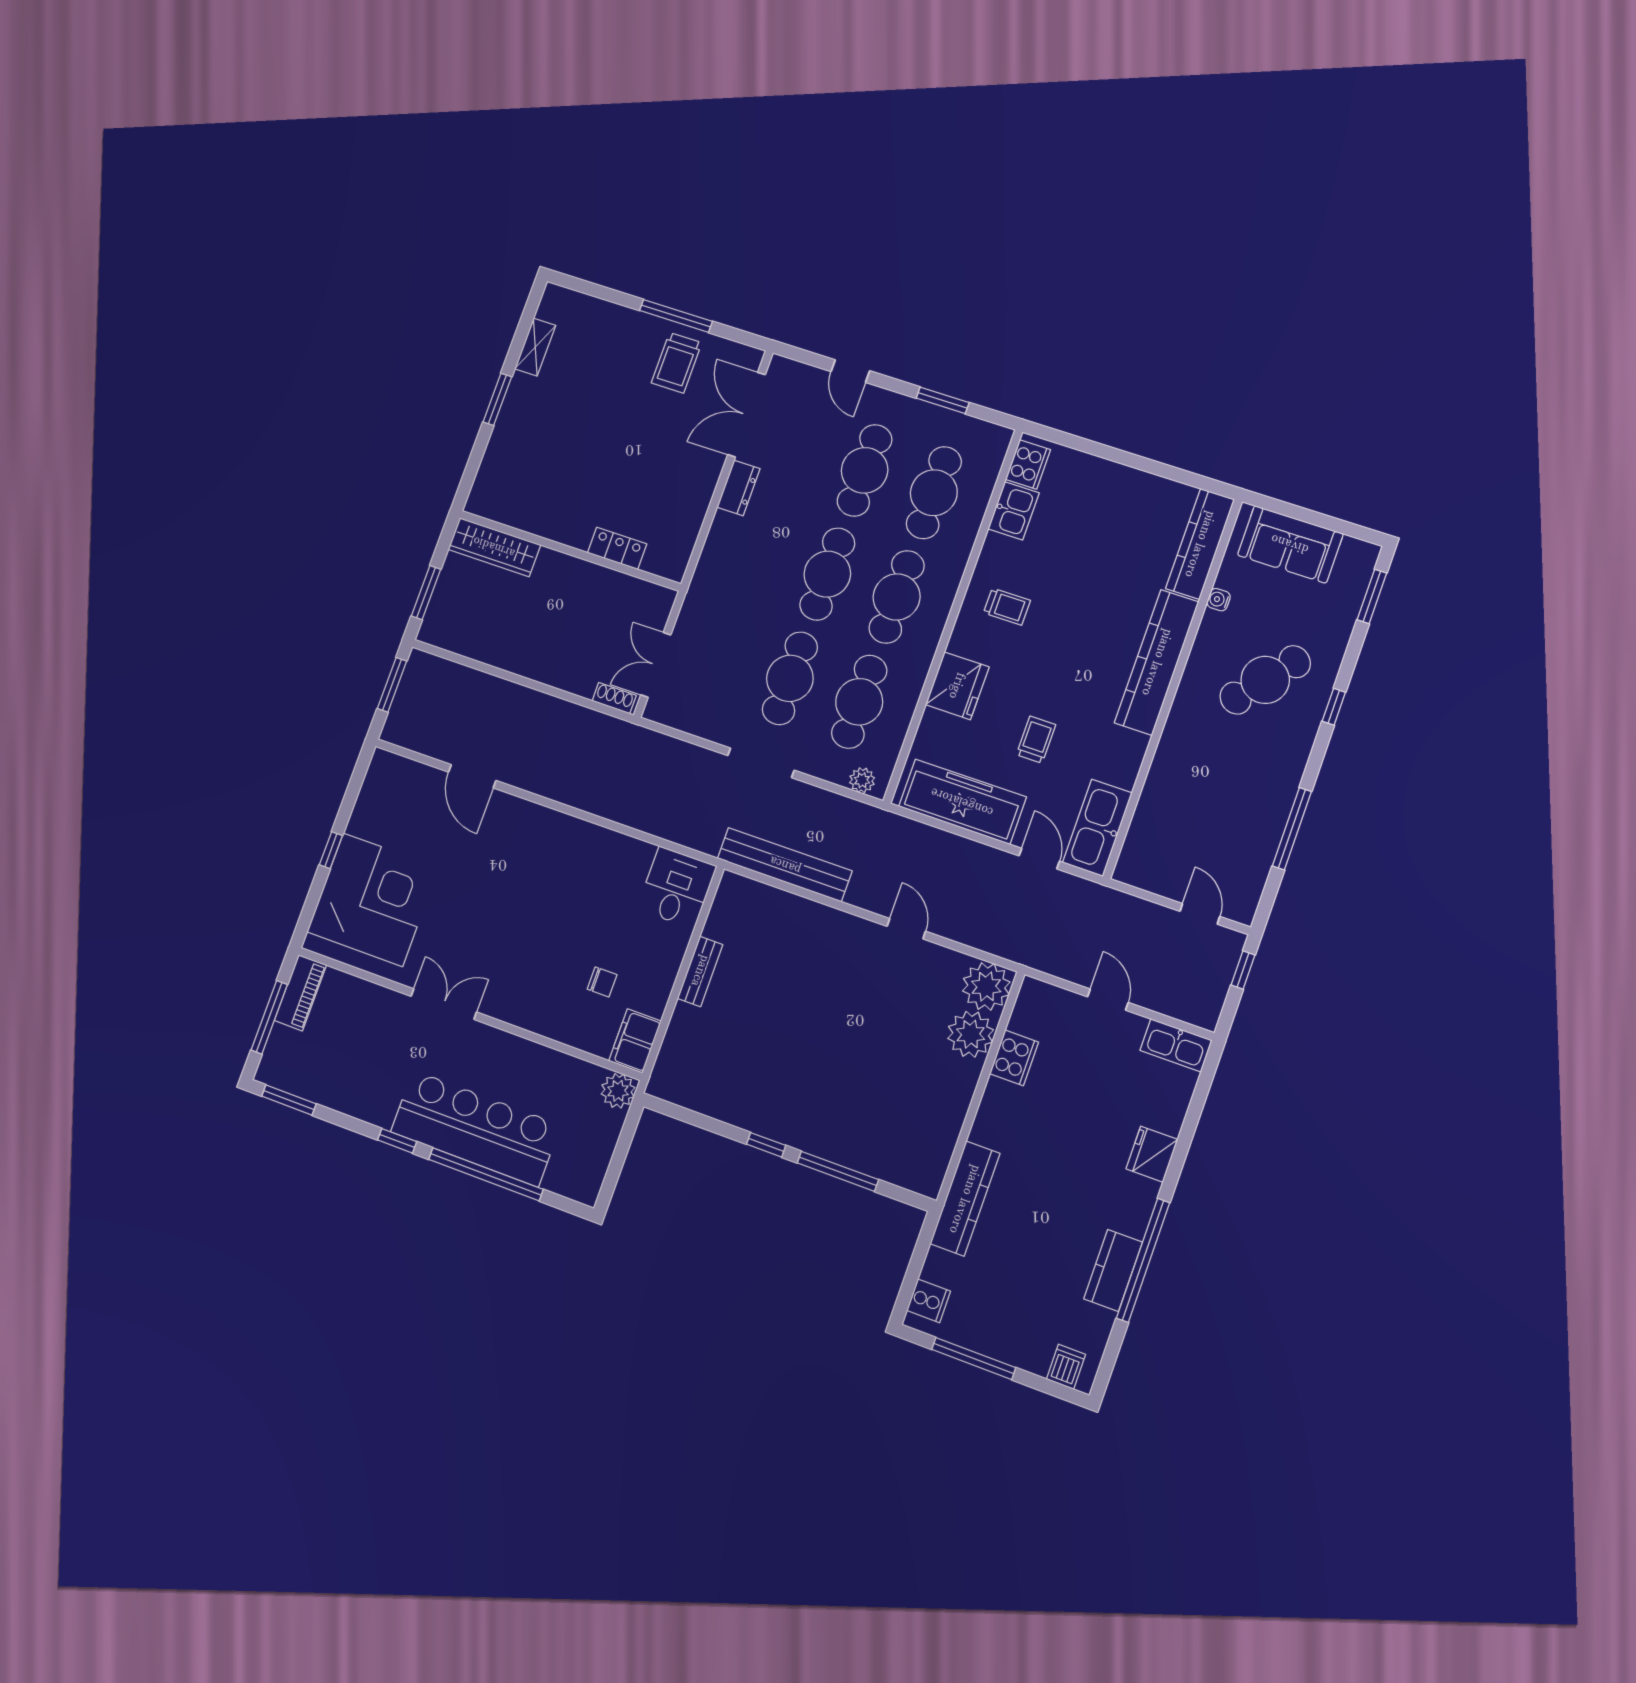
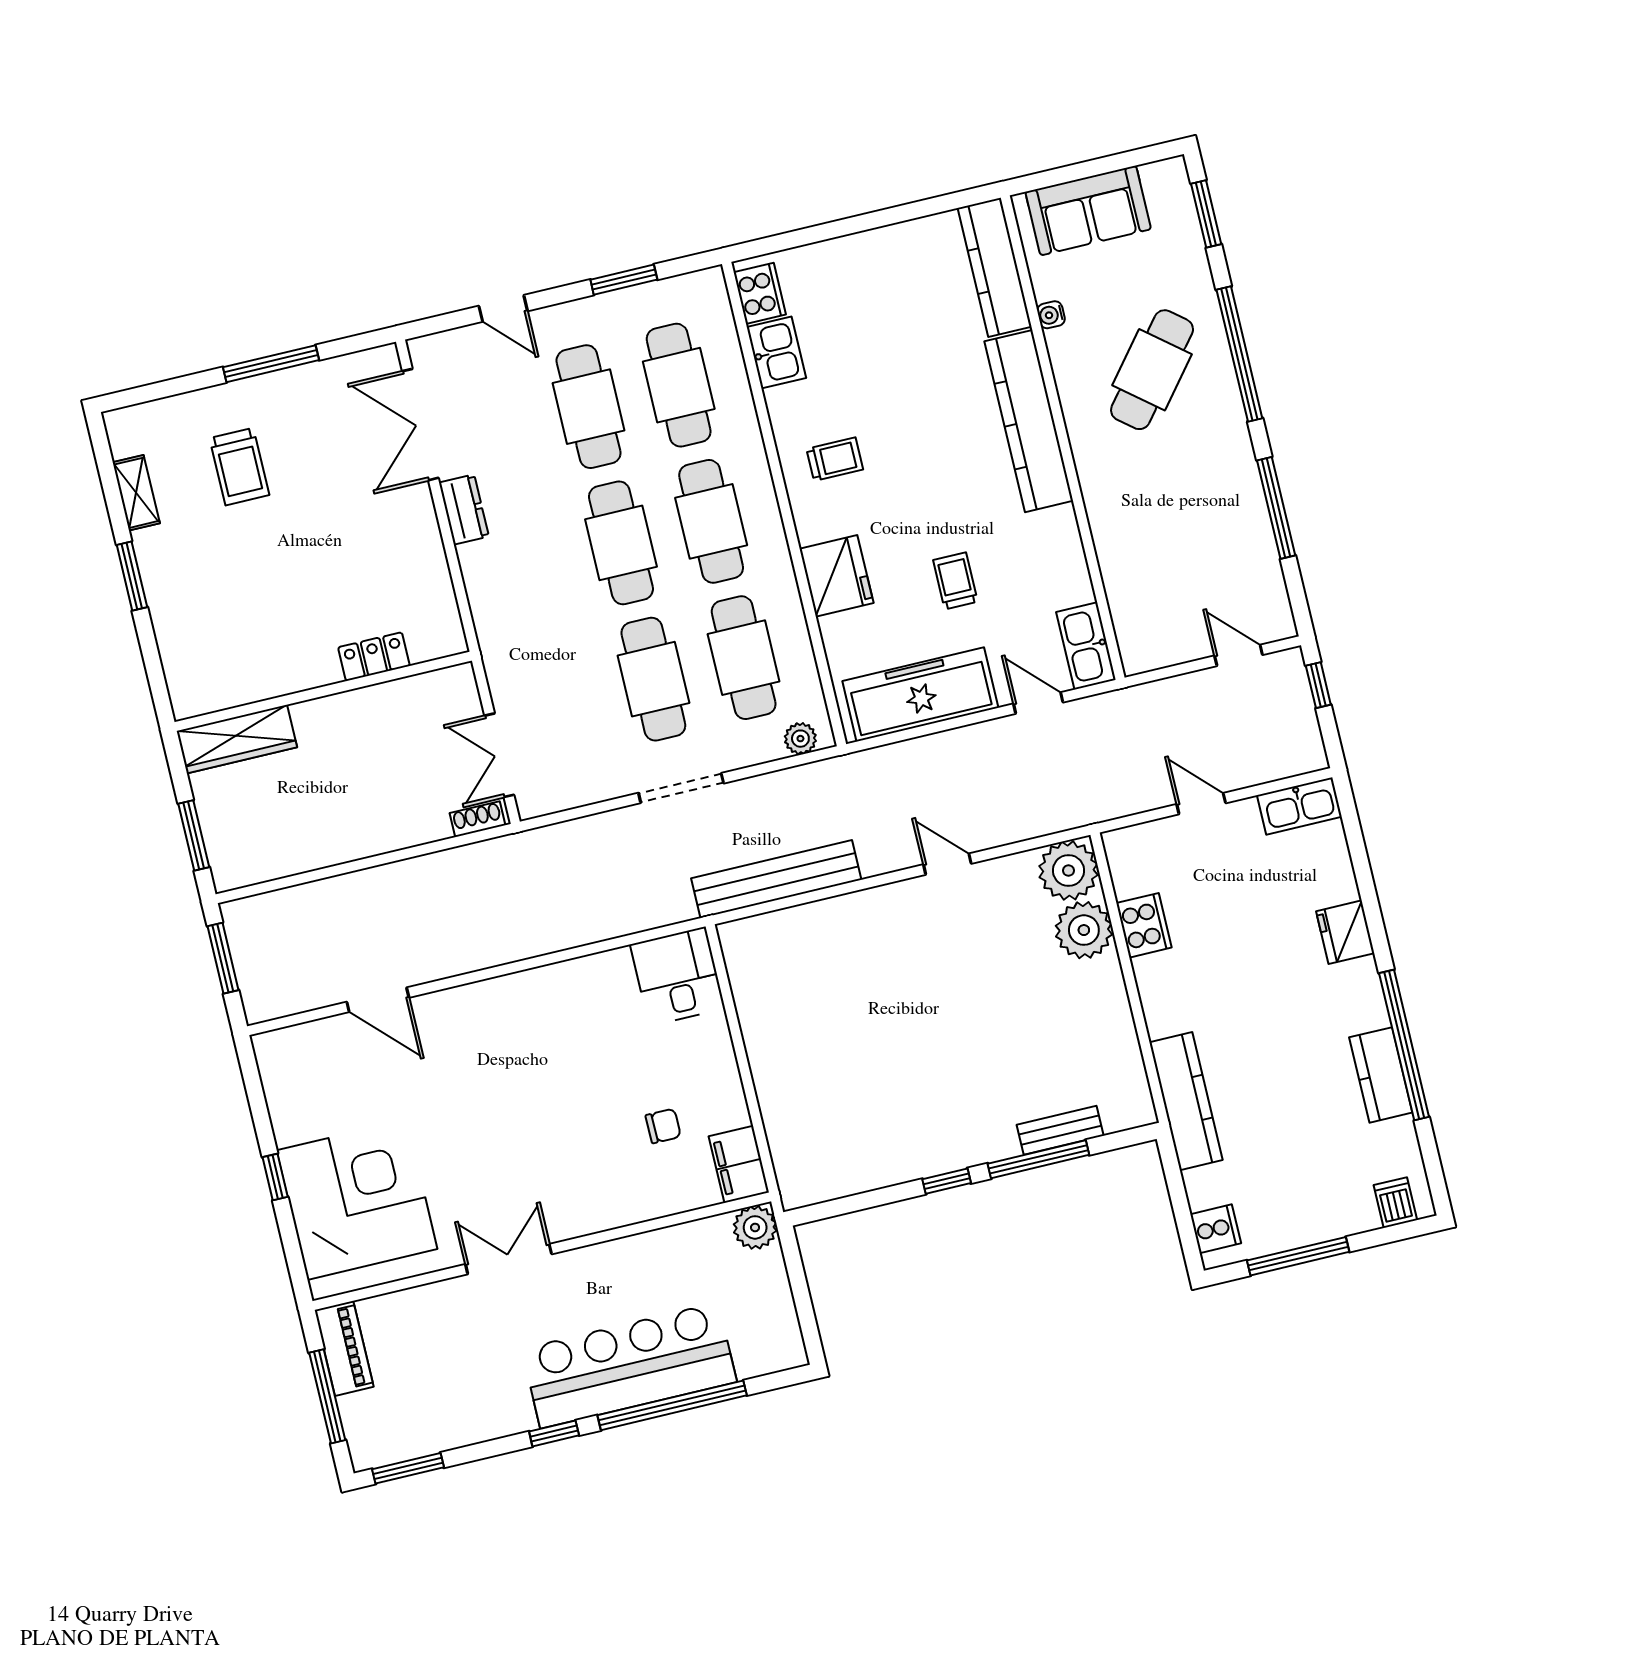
trolley: (677, 363) -> (239, 467), moved
window: (1334, 707) -> (1239, 354), width x3.17
kitchen sink: (1097, 828) -> (1086, 646), width x0.73, depth x0.81
bench: (700, 971) -> (1060, 1130), moved, turned 90

